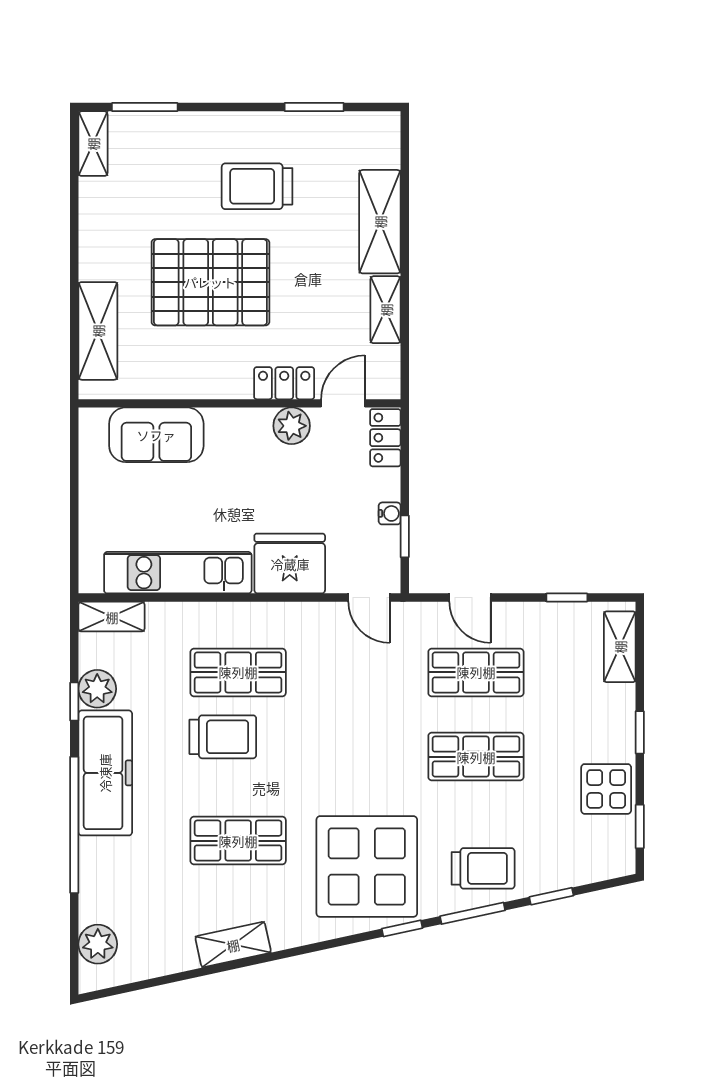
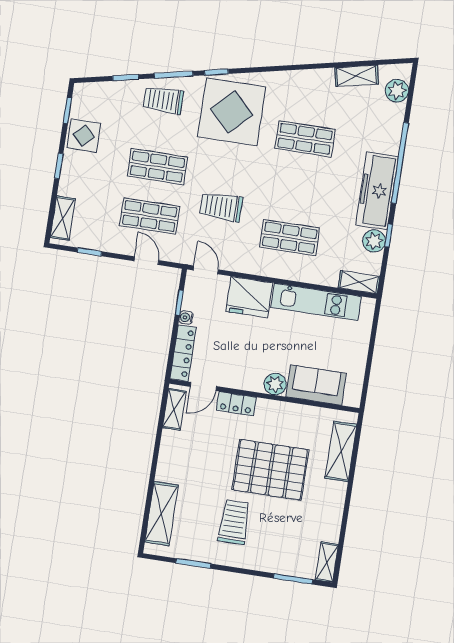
trolley: (257, 186) -> (234, 522), turned -90
shelving: (380, 222) -> (161, 514), moved
shelving: (386, 310) -> (174, 409), moved
plant: (292, 426) -> (275, 384), moved
locker: (385, 438) -> (183, 353), width x1.53
trolley: (223, 737) -> (221, 207), moved
shelving: (233, 945) -> (357, 76), moved

